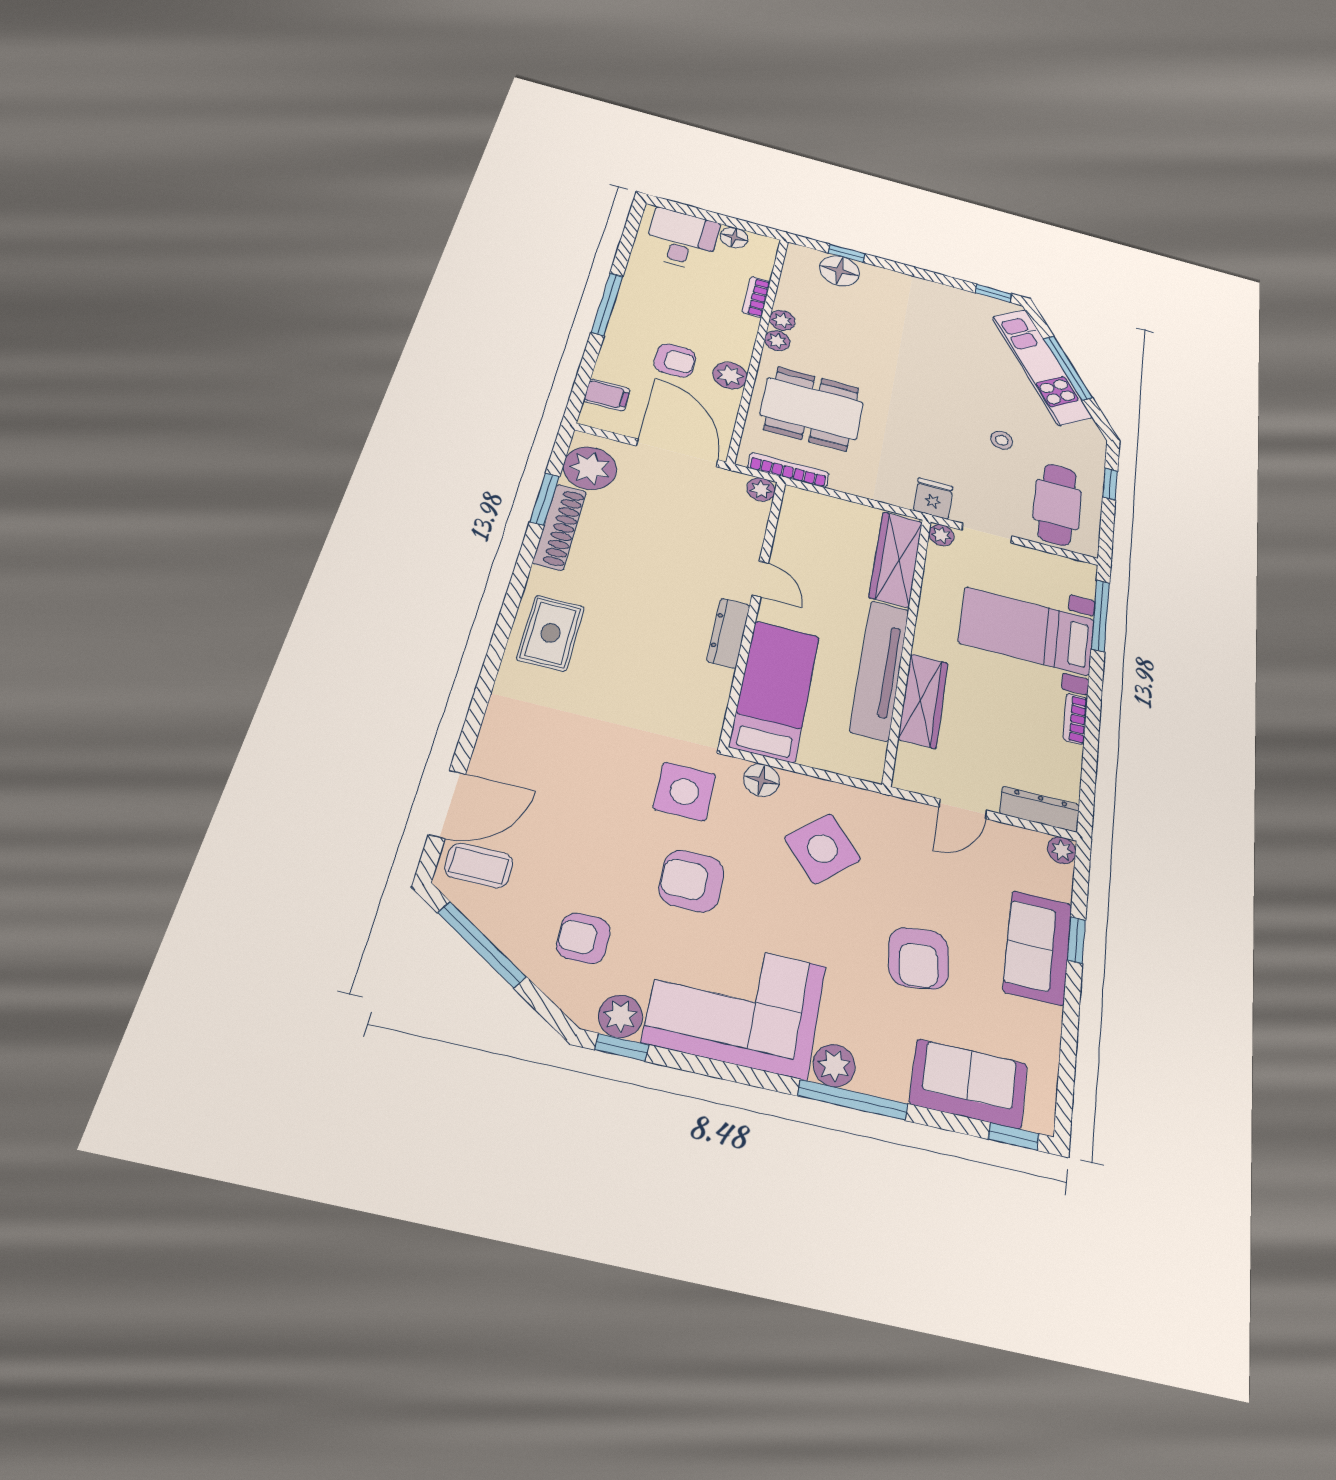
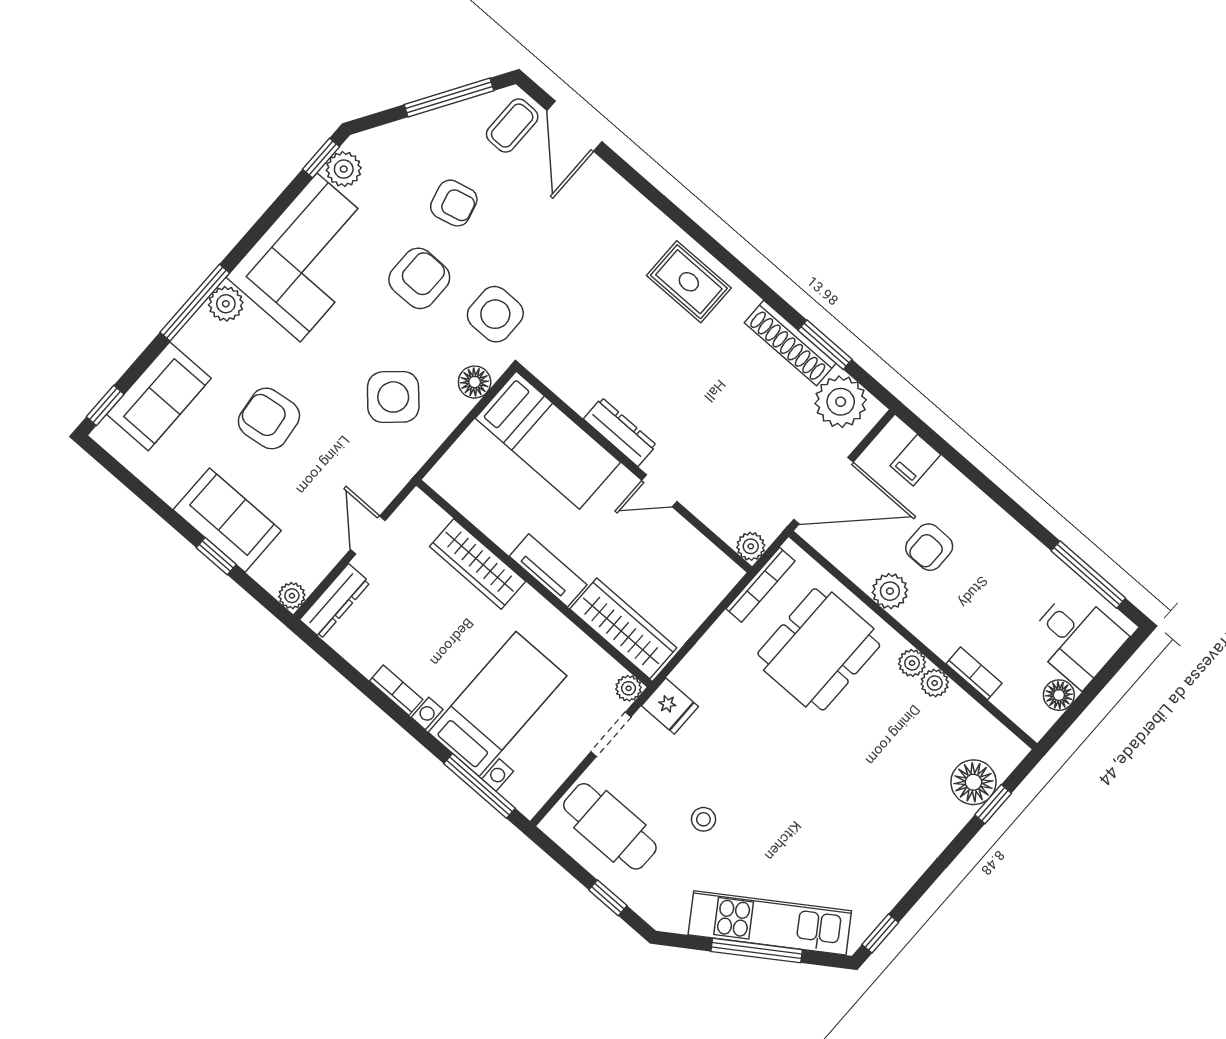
window: (607, 304) -> (1088, 575), moved
tv unit: (880, 670) -> (548, 570), width x0.52, depth x0.78
armchair: (583, 938) -> (454, 203), moved, turned 76

